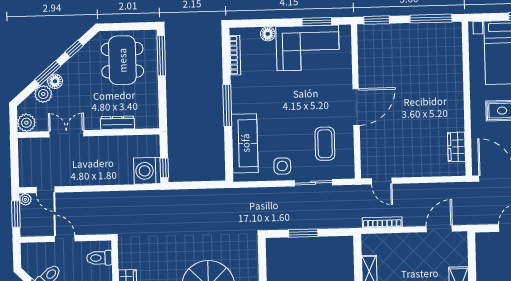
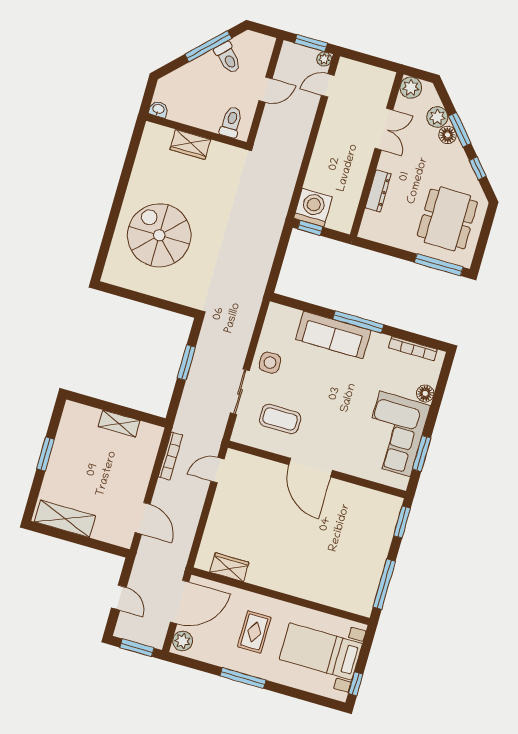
dining table: (122, 60) -> (447, 219), turned 90
sofa: (245, 143) -> (333, 335), moved

